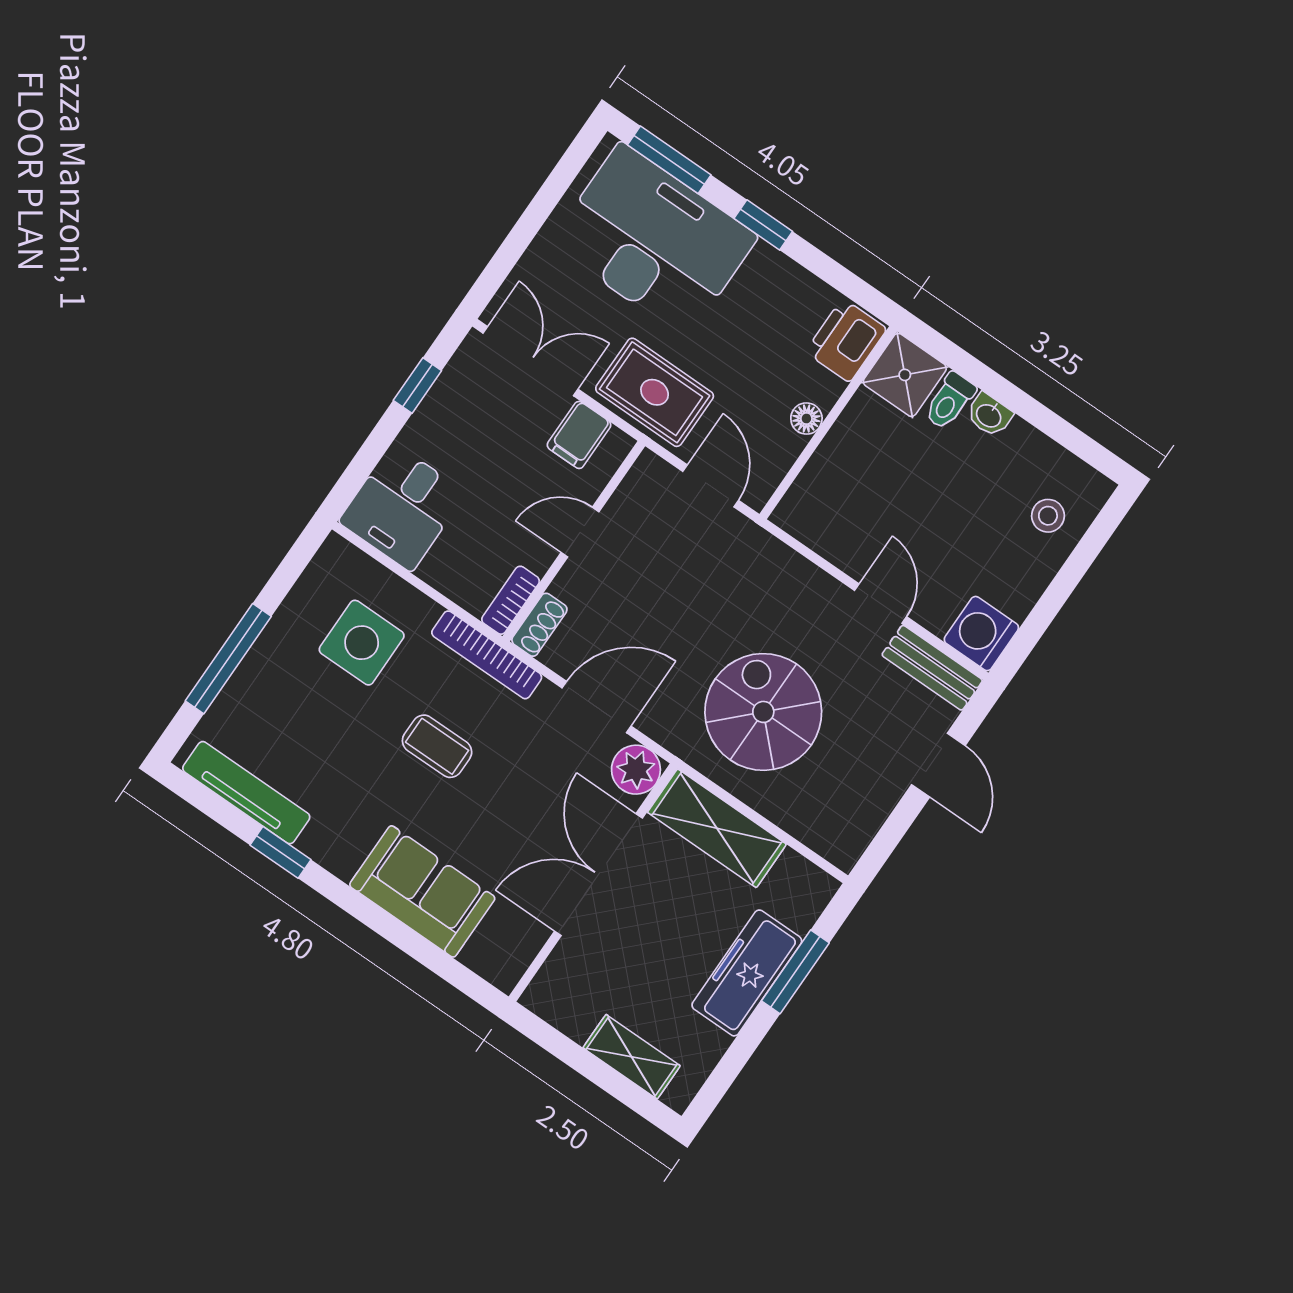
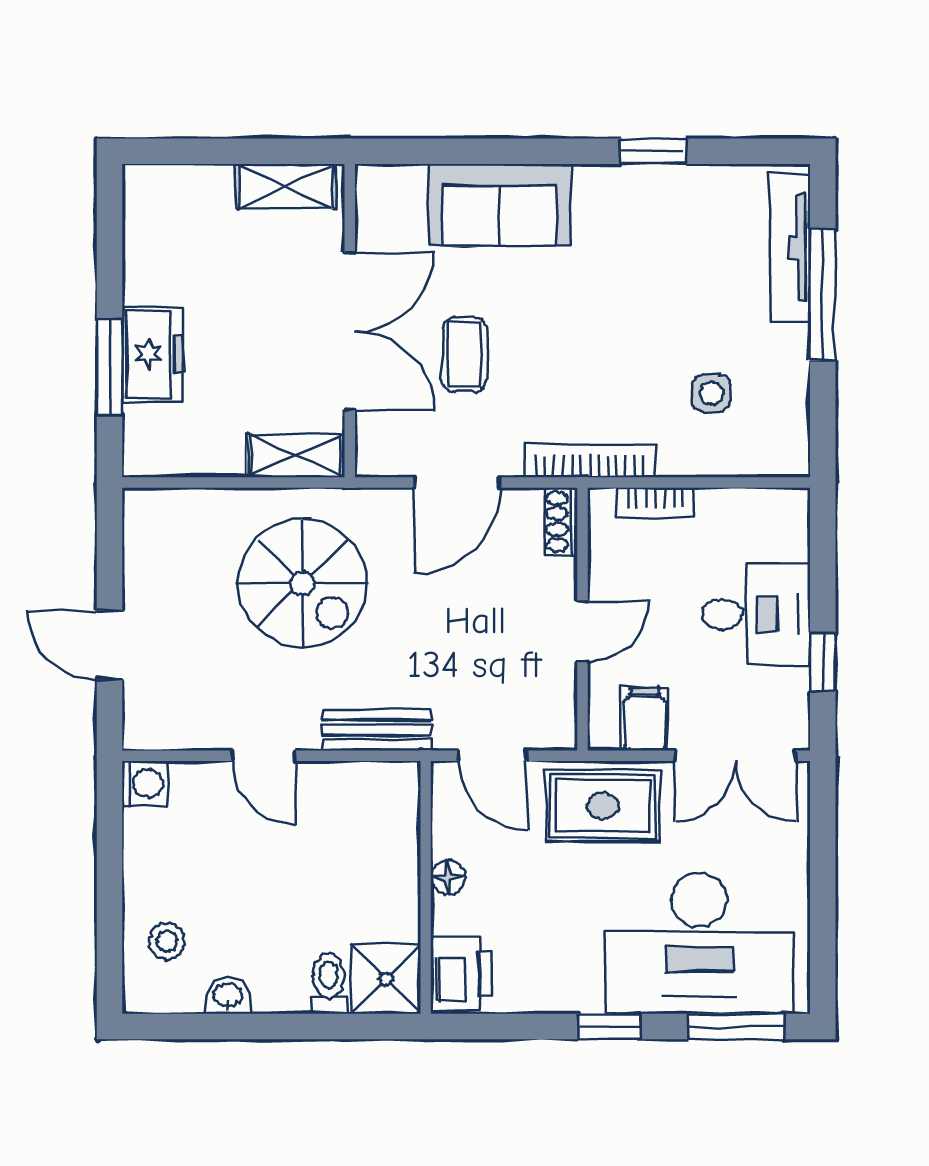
washbasin: (989, 415) -> (228, 996), moved
desk: (402, 507) -> (756, 614), moved, turned 90
bookcase: (511, 600) -> (655, 503), moved, turned 90
washing machine: (981, 634) -> (145, 783), width x0.73, depth x0.73
side table: (362, 643) -> (712, 393), width x0.54, depth x0.54
bench: (932, 668) -> (377, 730), moved
coffee table: (437, 746) -> (465, 355), moved, turned 90
plant: (636, 770) -> (382, 450), removed
tv unit: (246, 793) -> (790, 248), moved, turned 90
shelving: (717, 828) -> (296, 455), width x0.67, depth x0.75
freezer: (747, 973) -> (153, 354), width x0.71
shelving: (632, 1057) -> (286, 186), moved

